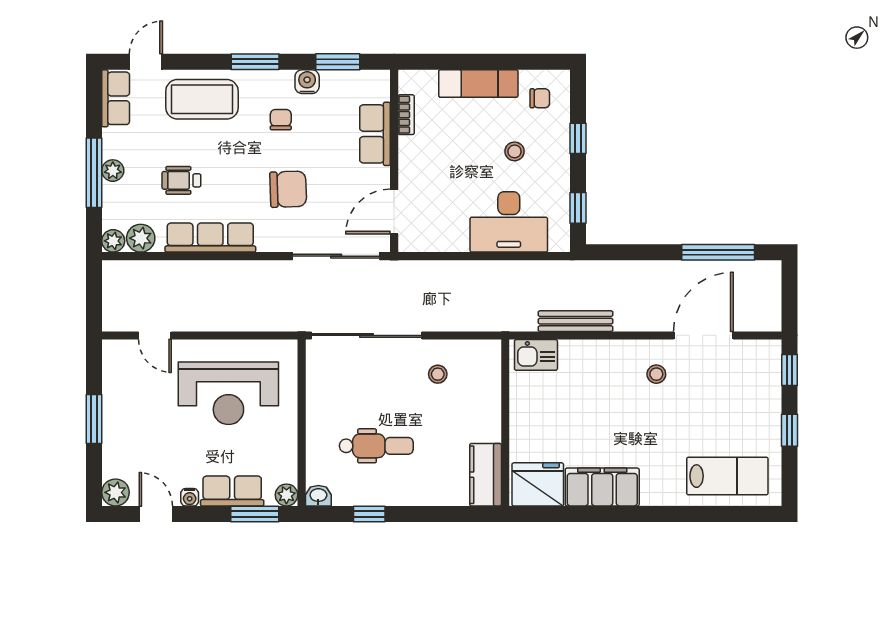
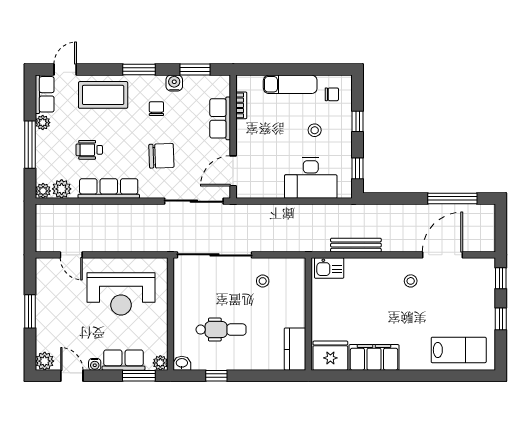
plant: (113, 171) -> (43, 123), moved

